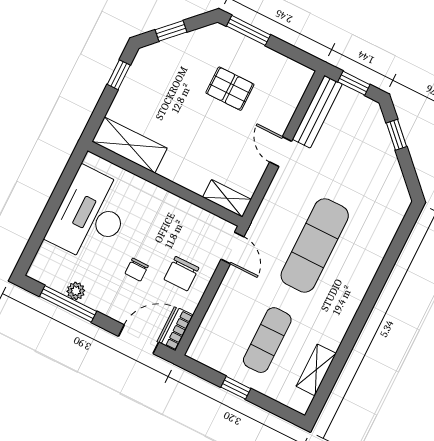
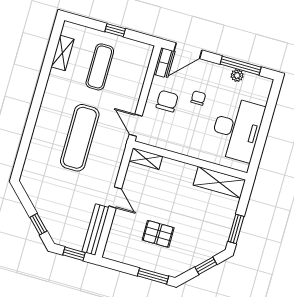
window: (119, 75) -> (236, 229), width x1.50

